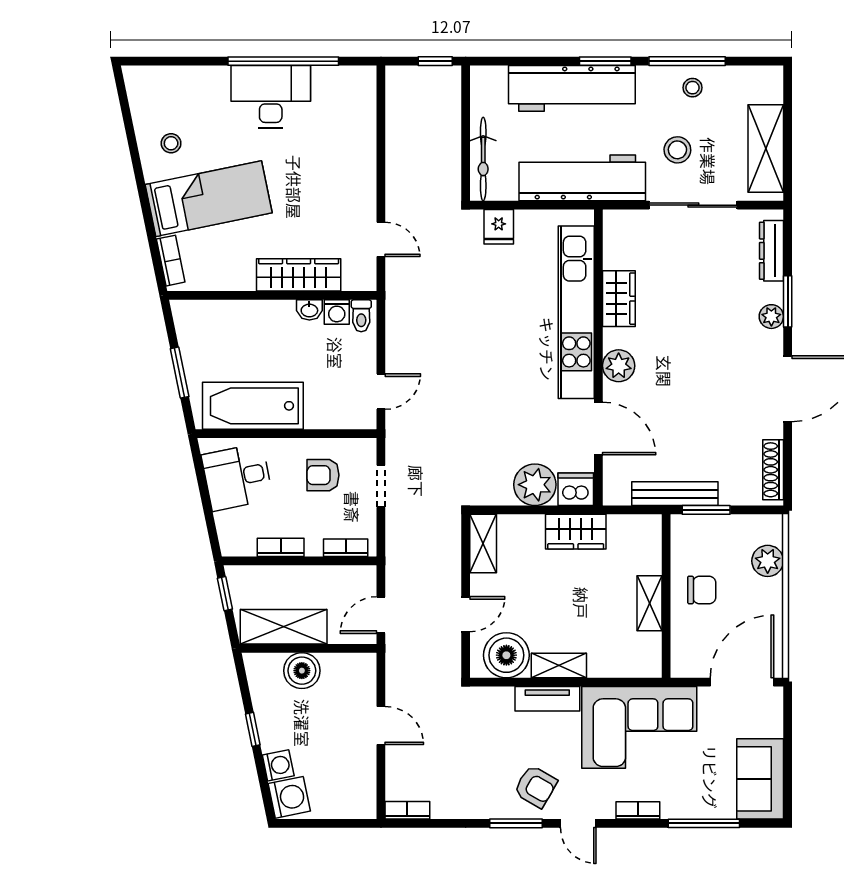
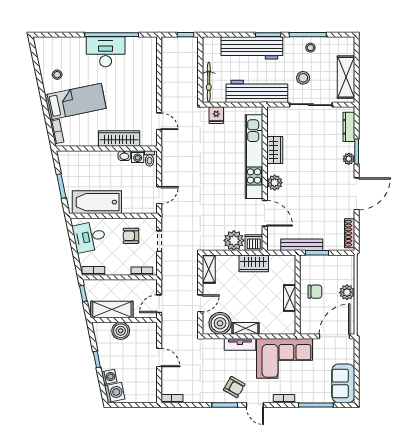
bookcase: (281, 547) -> (93, 271), moved
plant: (768, 561) -> (347, 292), moved

